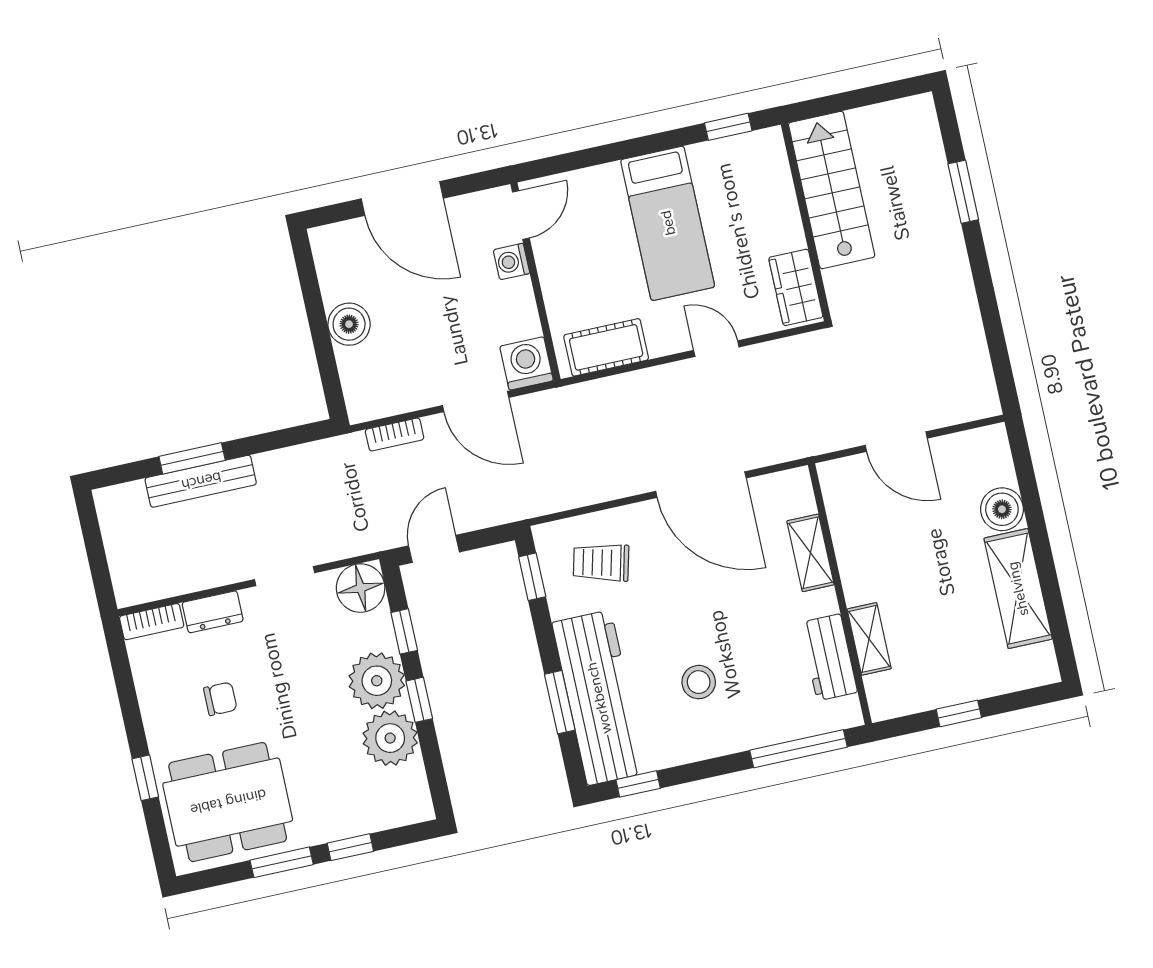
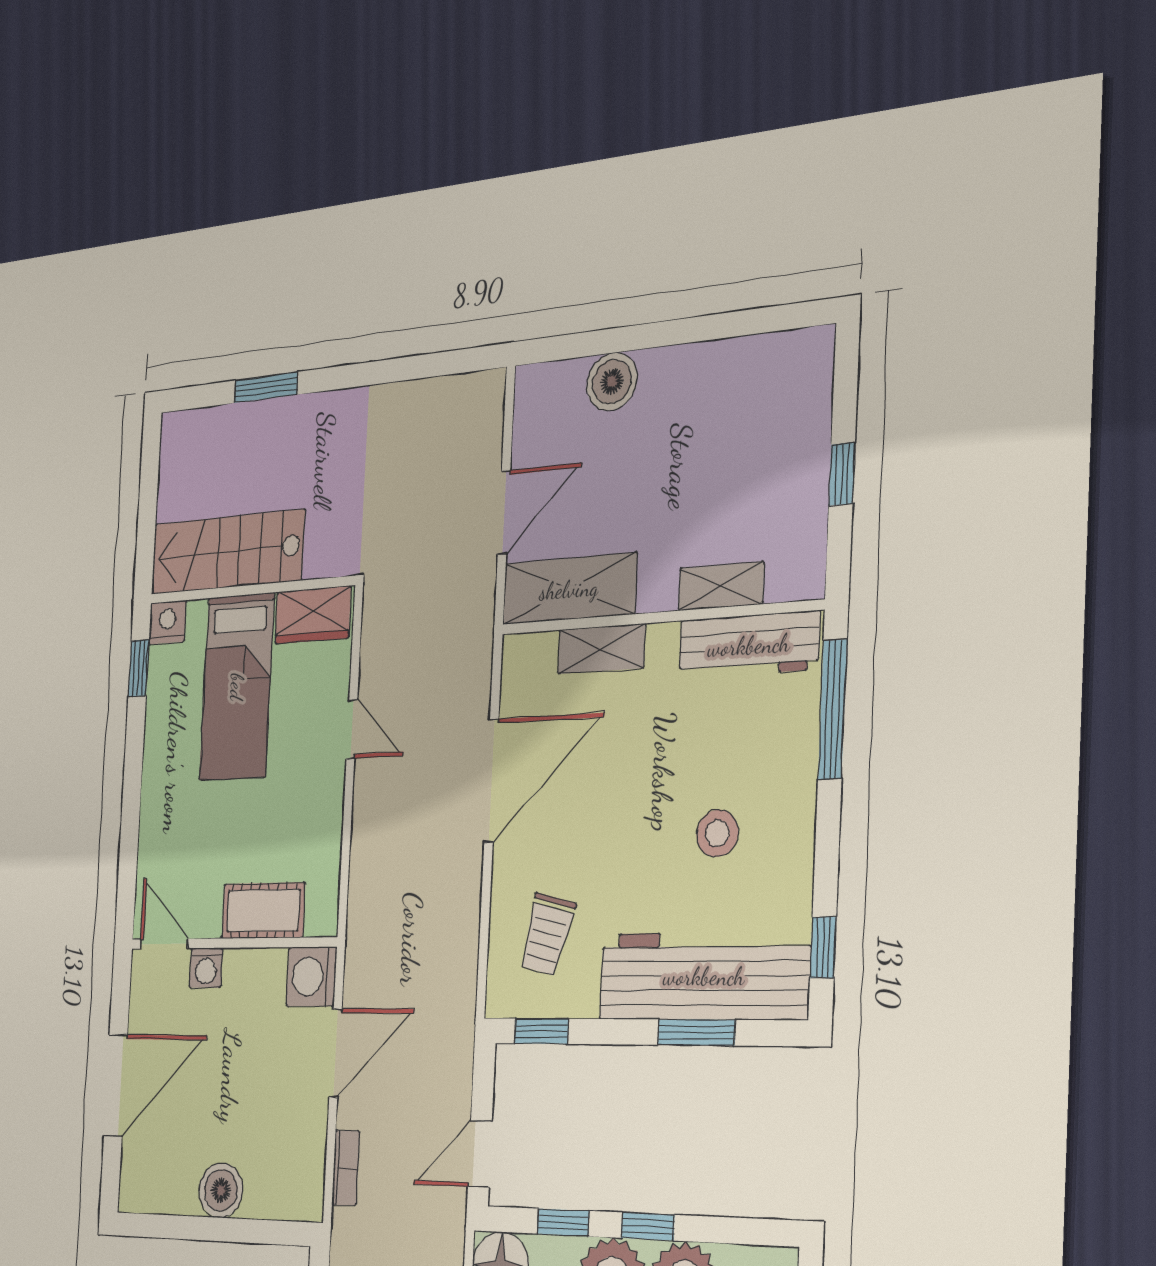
nightstand: (768, 146) -> (167, 622), added
bed: (668, 223) -> (237, 687), moved, turned 90
cot: (606, 347) -> (263, 911), moved, turned 90
door: (716, 349) -> (352, 729), swing flipped
door: (434, 549) -> (480, 1154), hinge flipped
shelving: (1018, 589) -> (569, 589), moved
workbench: (829, 657) -> (749, 645), width x1.38

